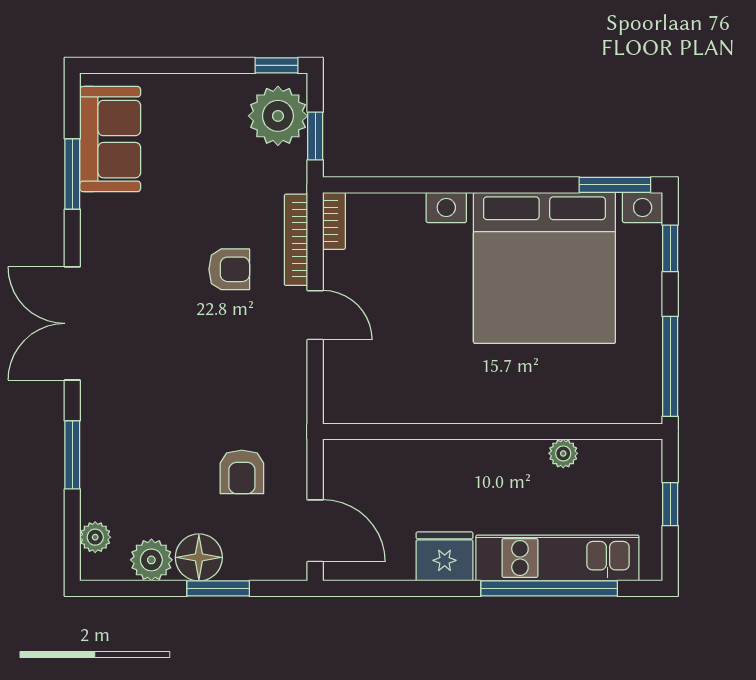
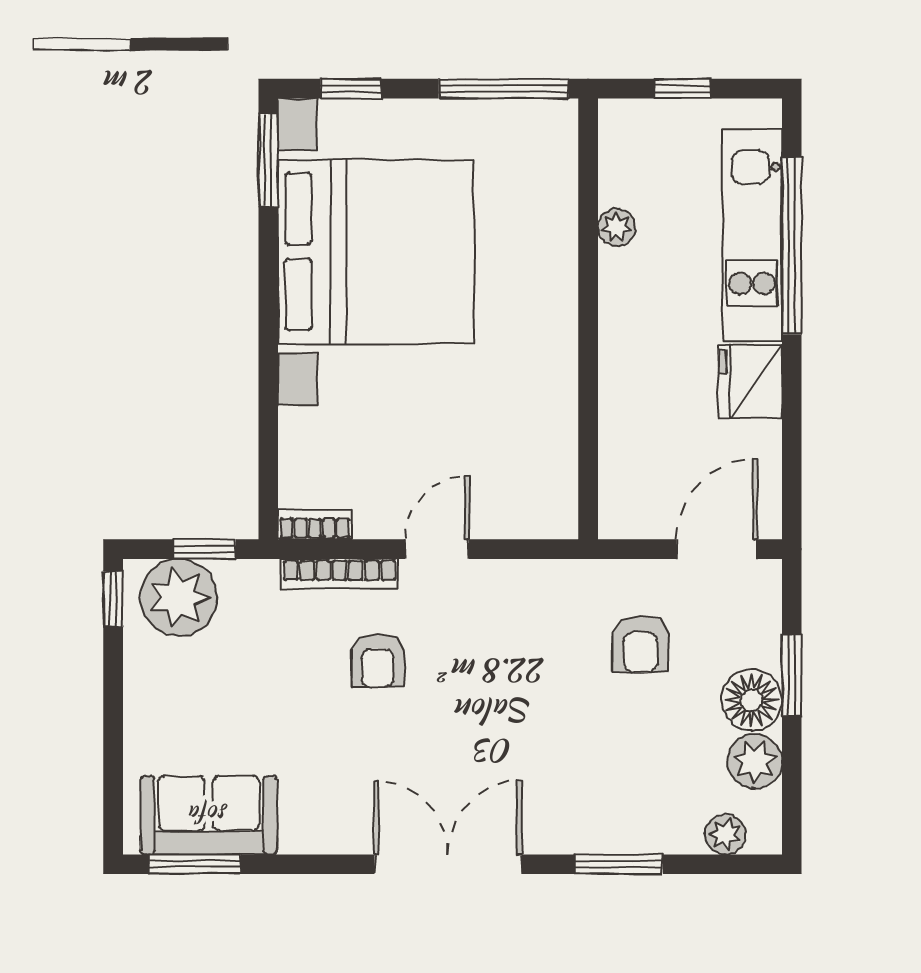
window: (72, 174) -> (195, 864), moved
armchair: (229, 269) -> (378, 661), turned 180
double door: (72, 323) -> (448, 864), swing flipped
armchair: (242, 472) -> (641, 644), turned 90

